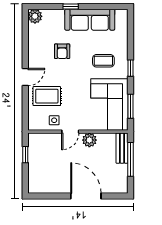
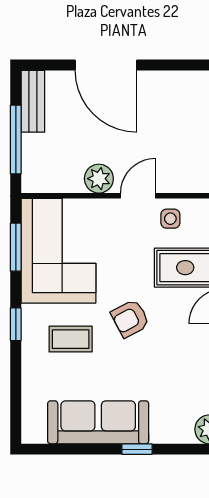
armchair: (62, 51) -> (130, 318), moved, turned -118
bench: (122, 148) -> (33, 101), moved

